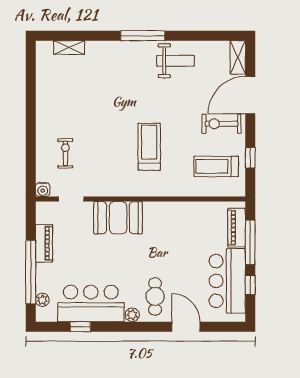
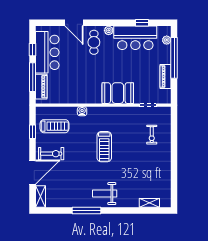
window: (143, 36) -> (87, 210), moved
weight bench: (176, 61) -> (105, 194), moved
treadmill: (149, 147) -> (104, 147), moved
water cooler: (43, 190) -> (82, 111), moved

